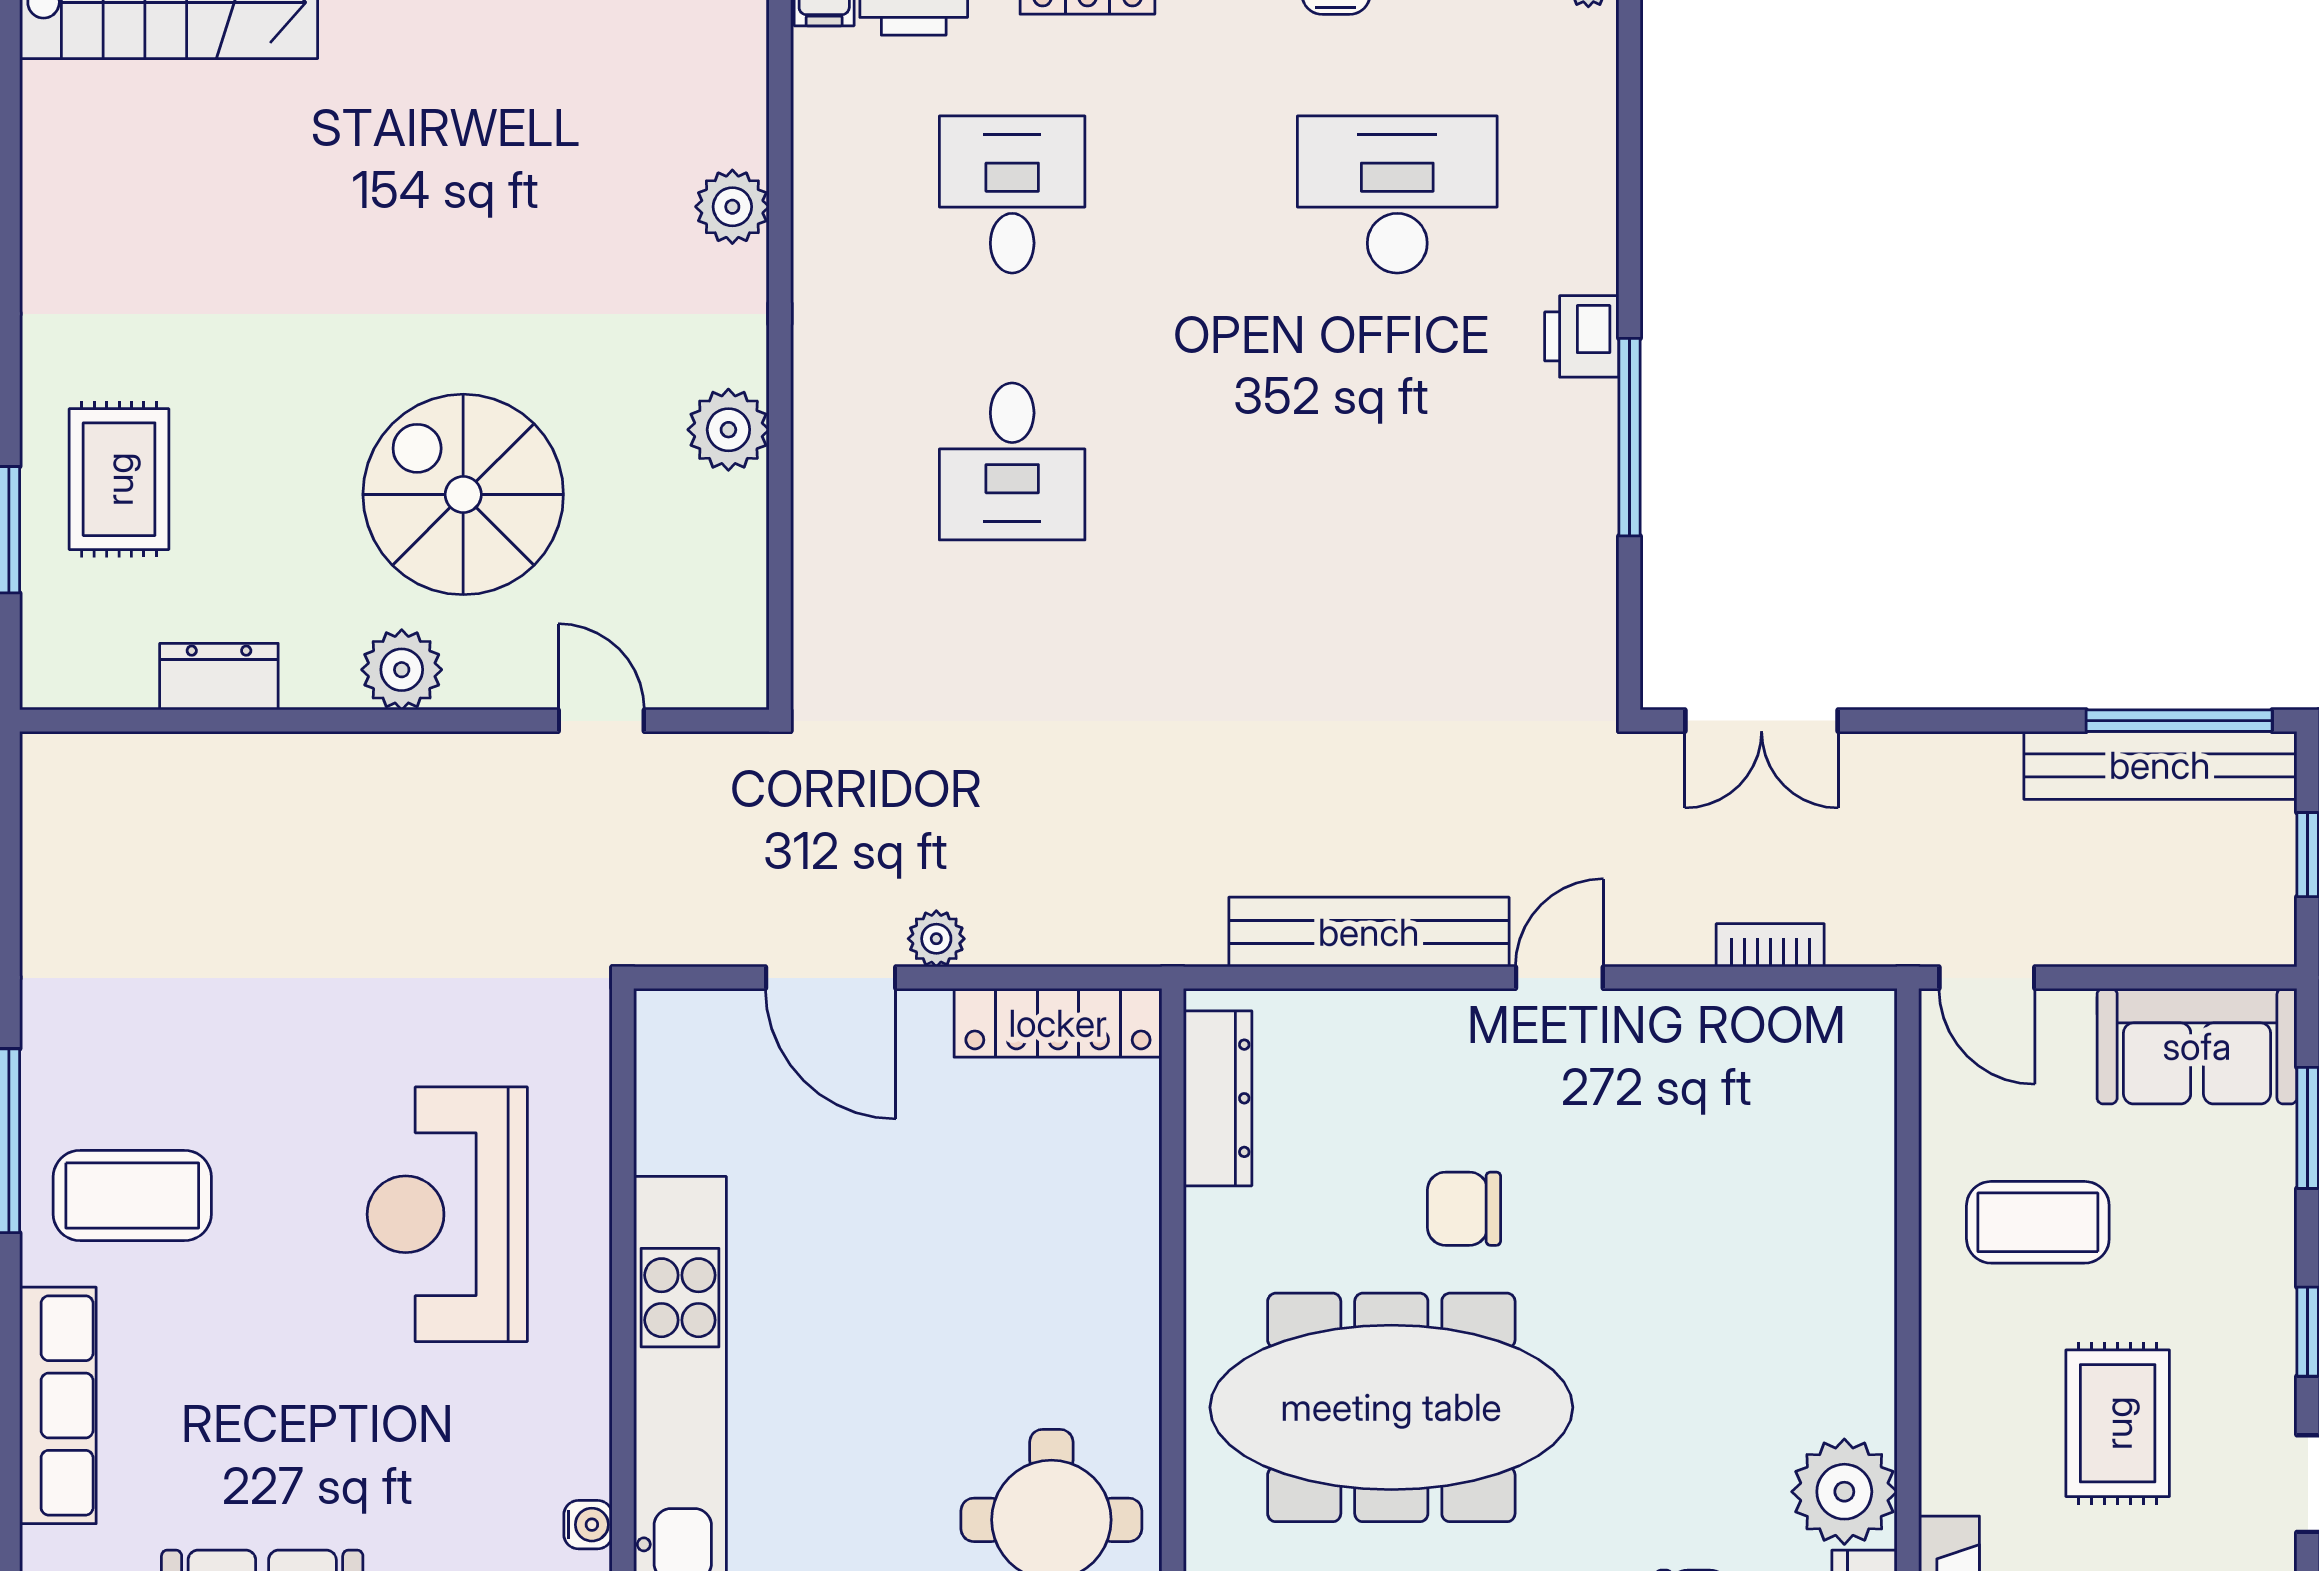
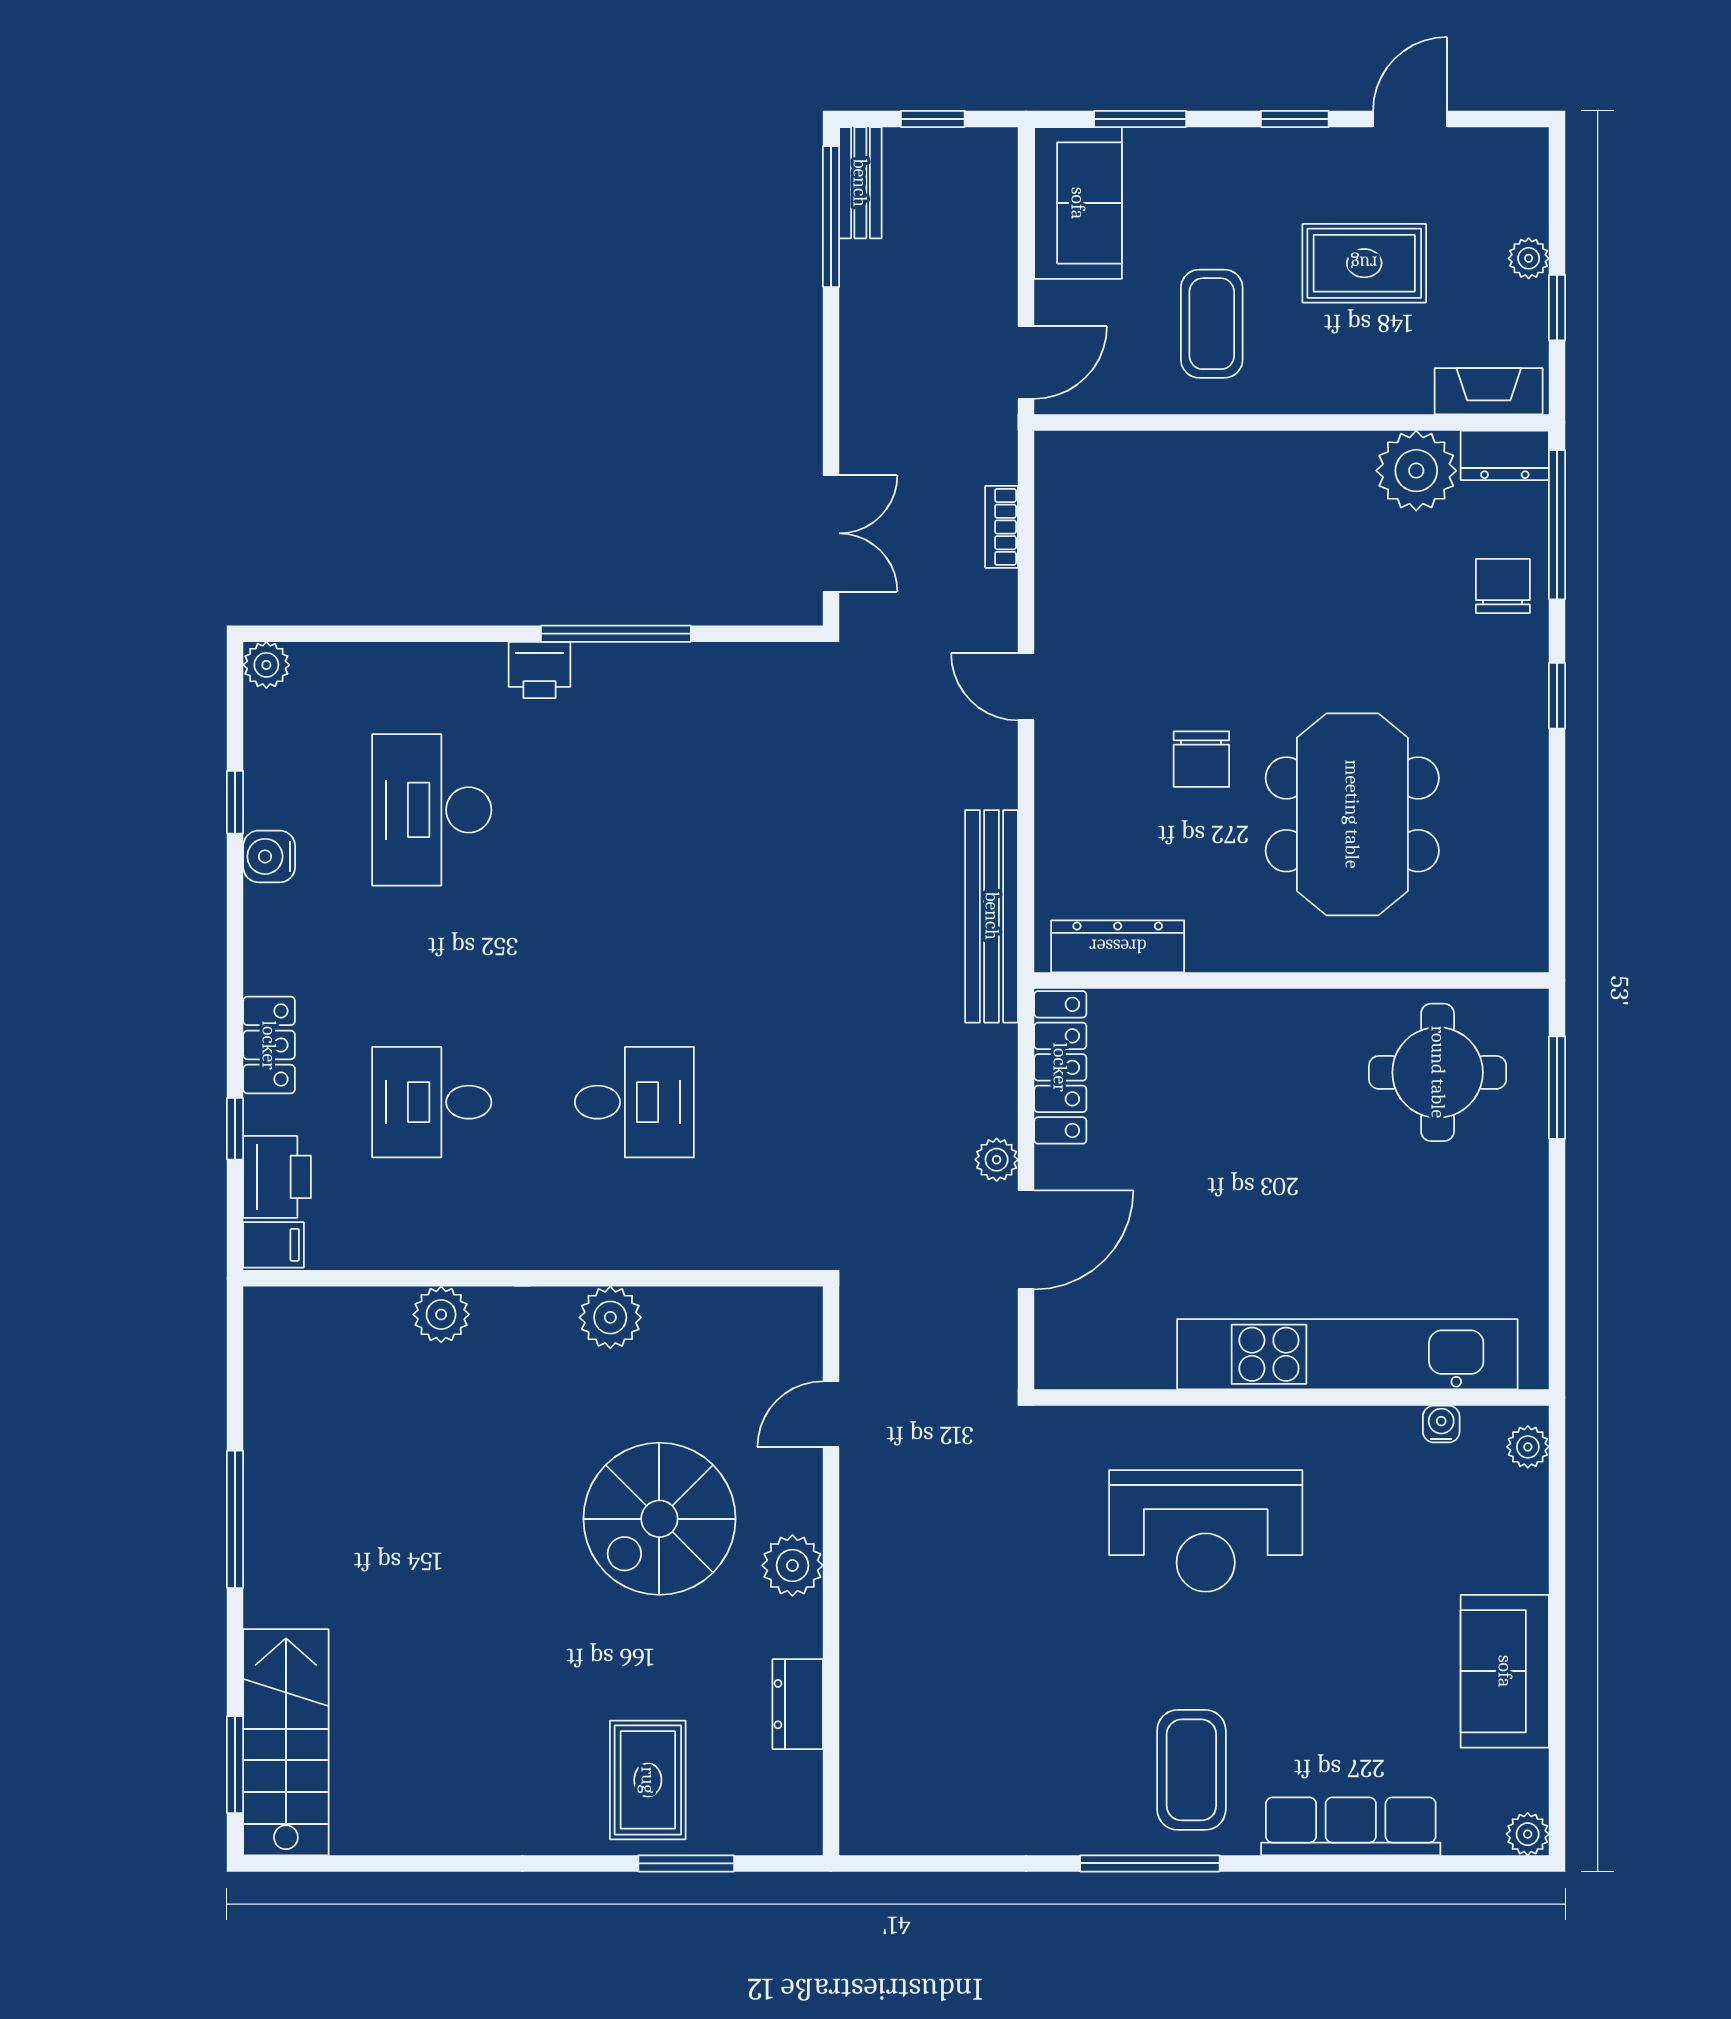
rug: (119, 479) -> (648, 1780), turned 90
bench: (2160, 765) -> (860, 183), width x0.54, depth x0.82
bench: (1369, 932) -> (992, 916), moved
meeting table: (1391, 1407) -> (1352, 814), width x0.73

